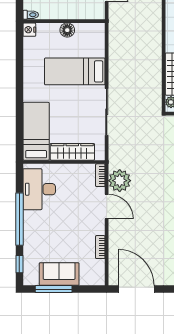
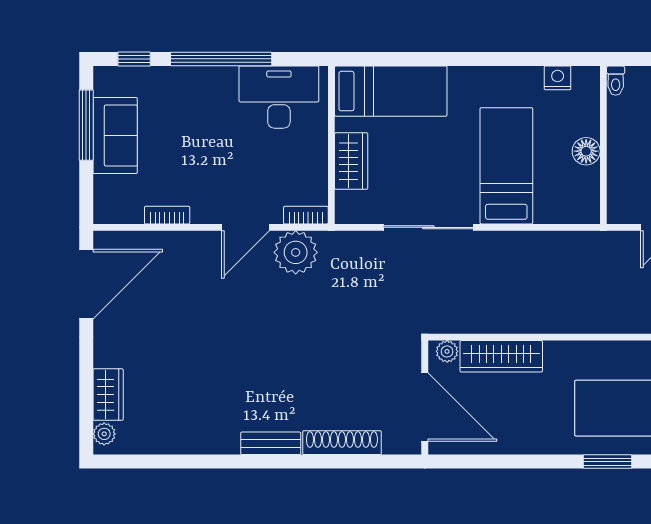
nightstand: (29, 30) -> (558, 78), moved
wardrobe: (72, 152) -> (351, 161), width x0.67

